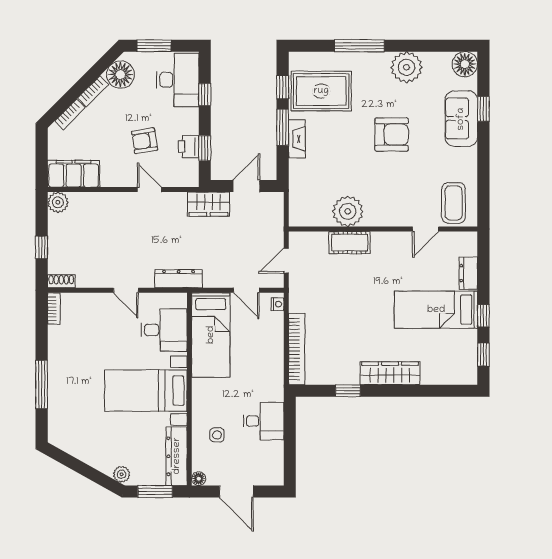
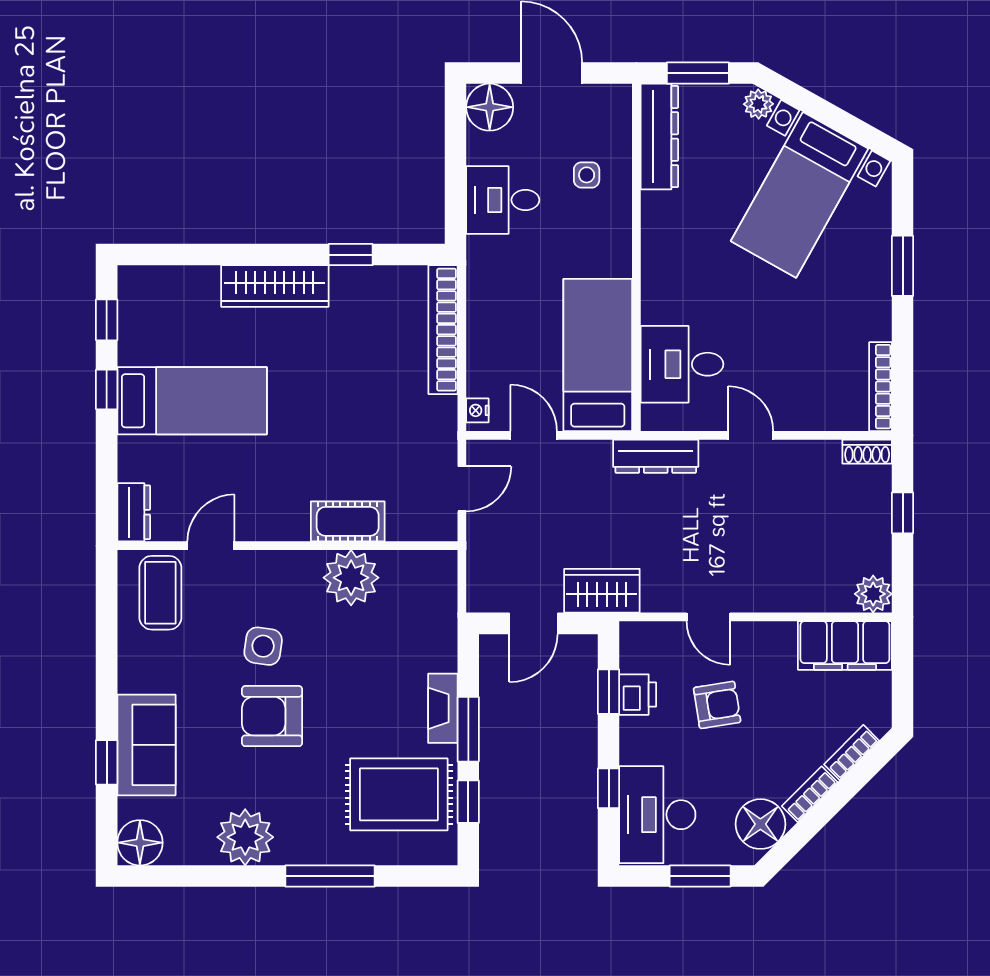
side table: (397, 173) -> (263, 646), added
dresser: (468, 273) -> (134, 512), moved
bookcase: (54, 309) -> (880, 387), width x1.56
window: (42, 384) -> (903, 266), width x0.69
bed with nightstands: (146, 391) -> (800, 195), moved, turned 119
floor lamp: (199, 479) -> (490, 107), moved, width x1.89, depth x1.89

